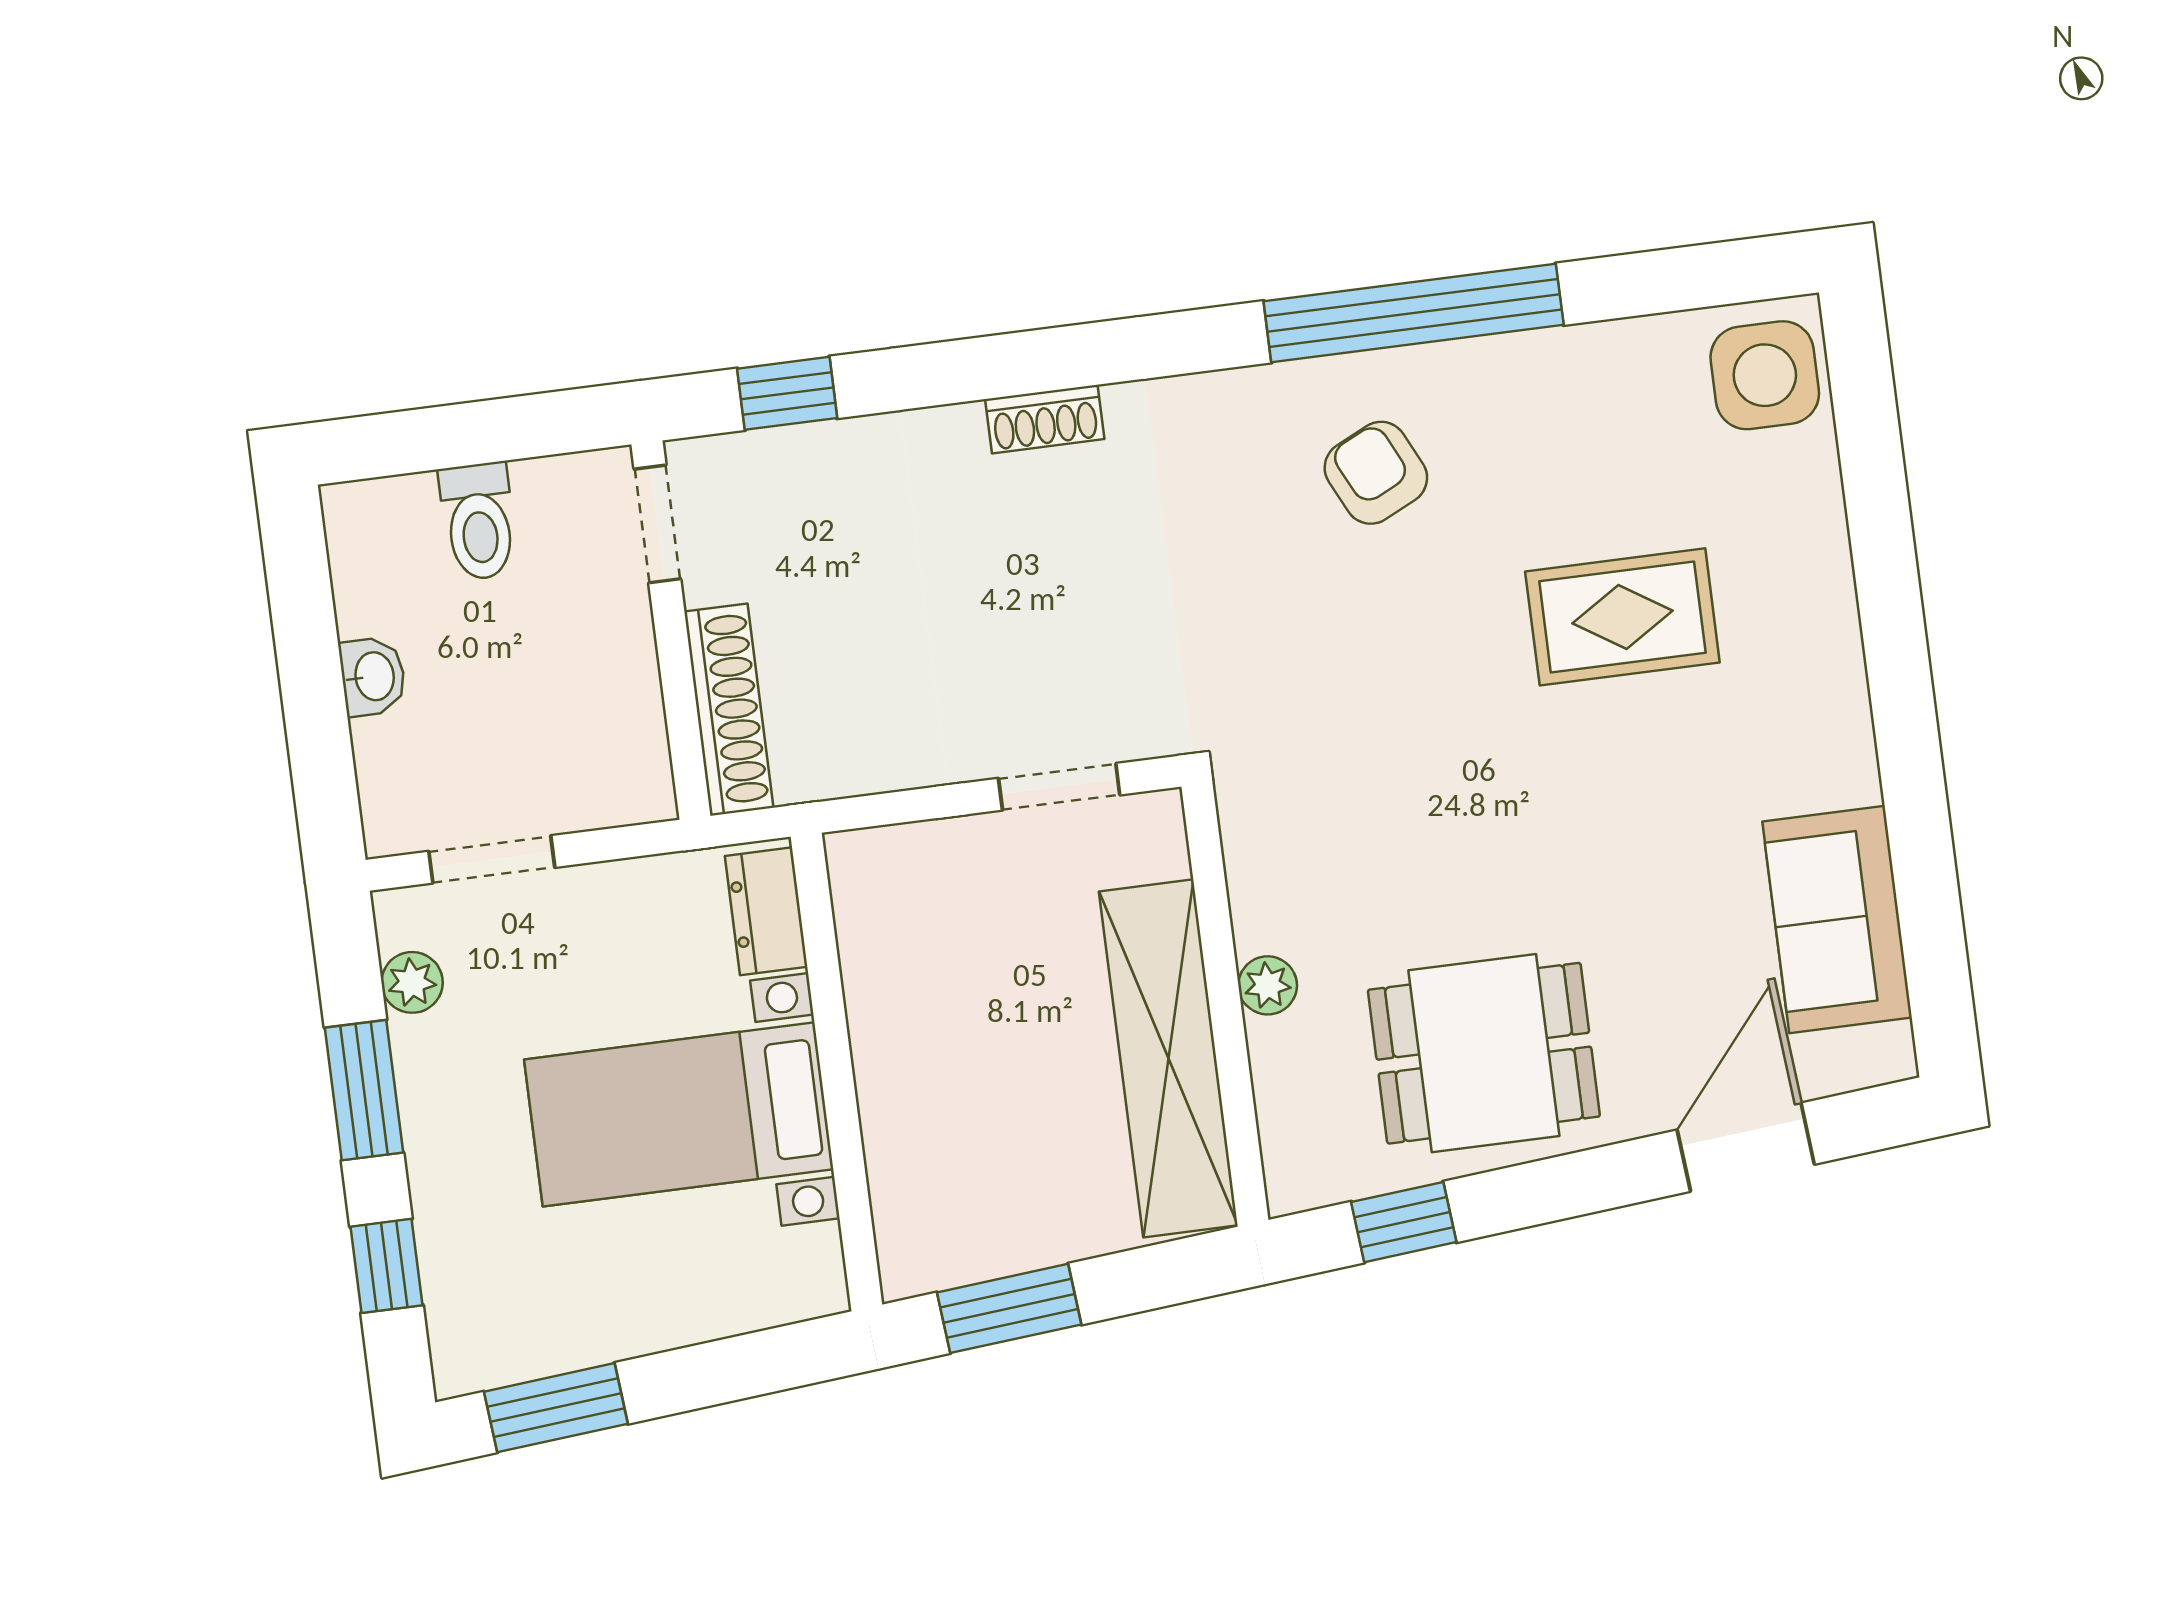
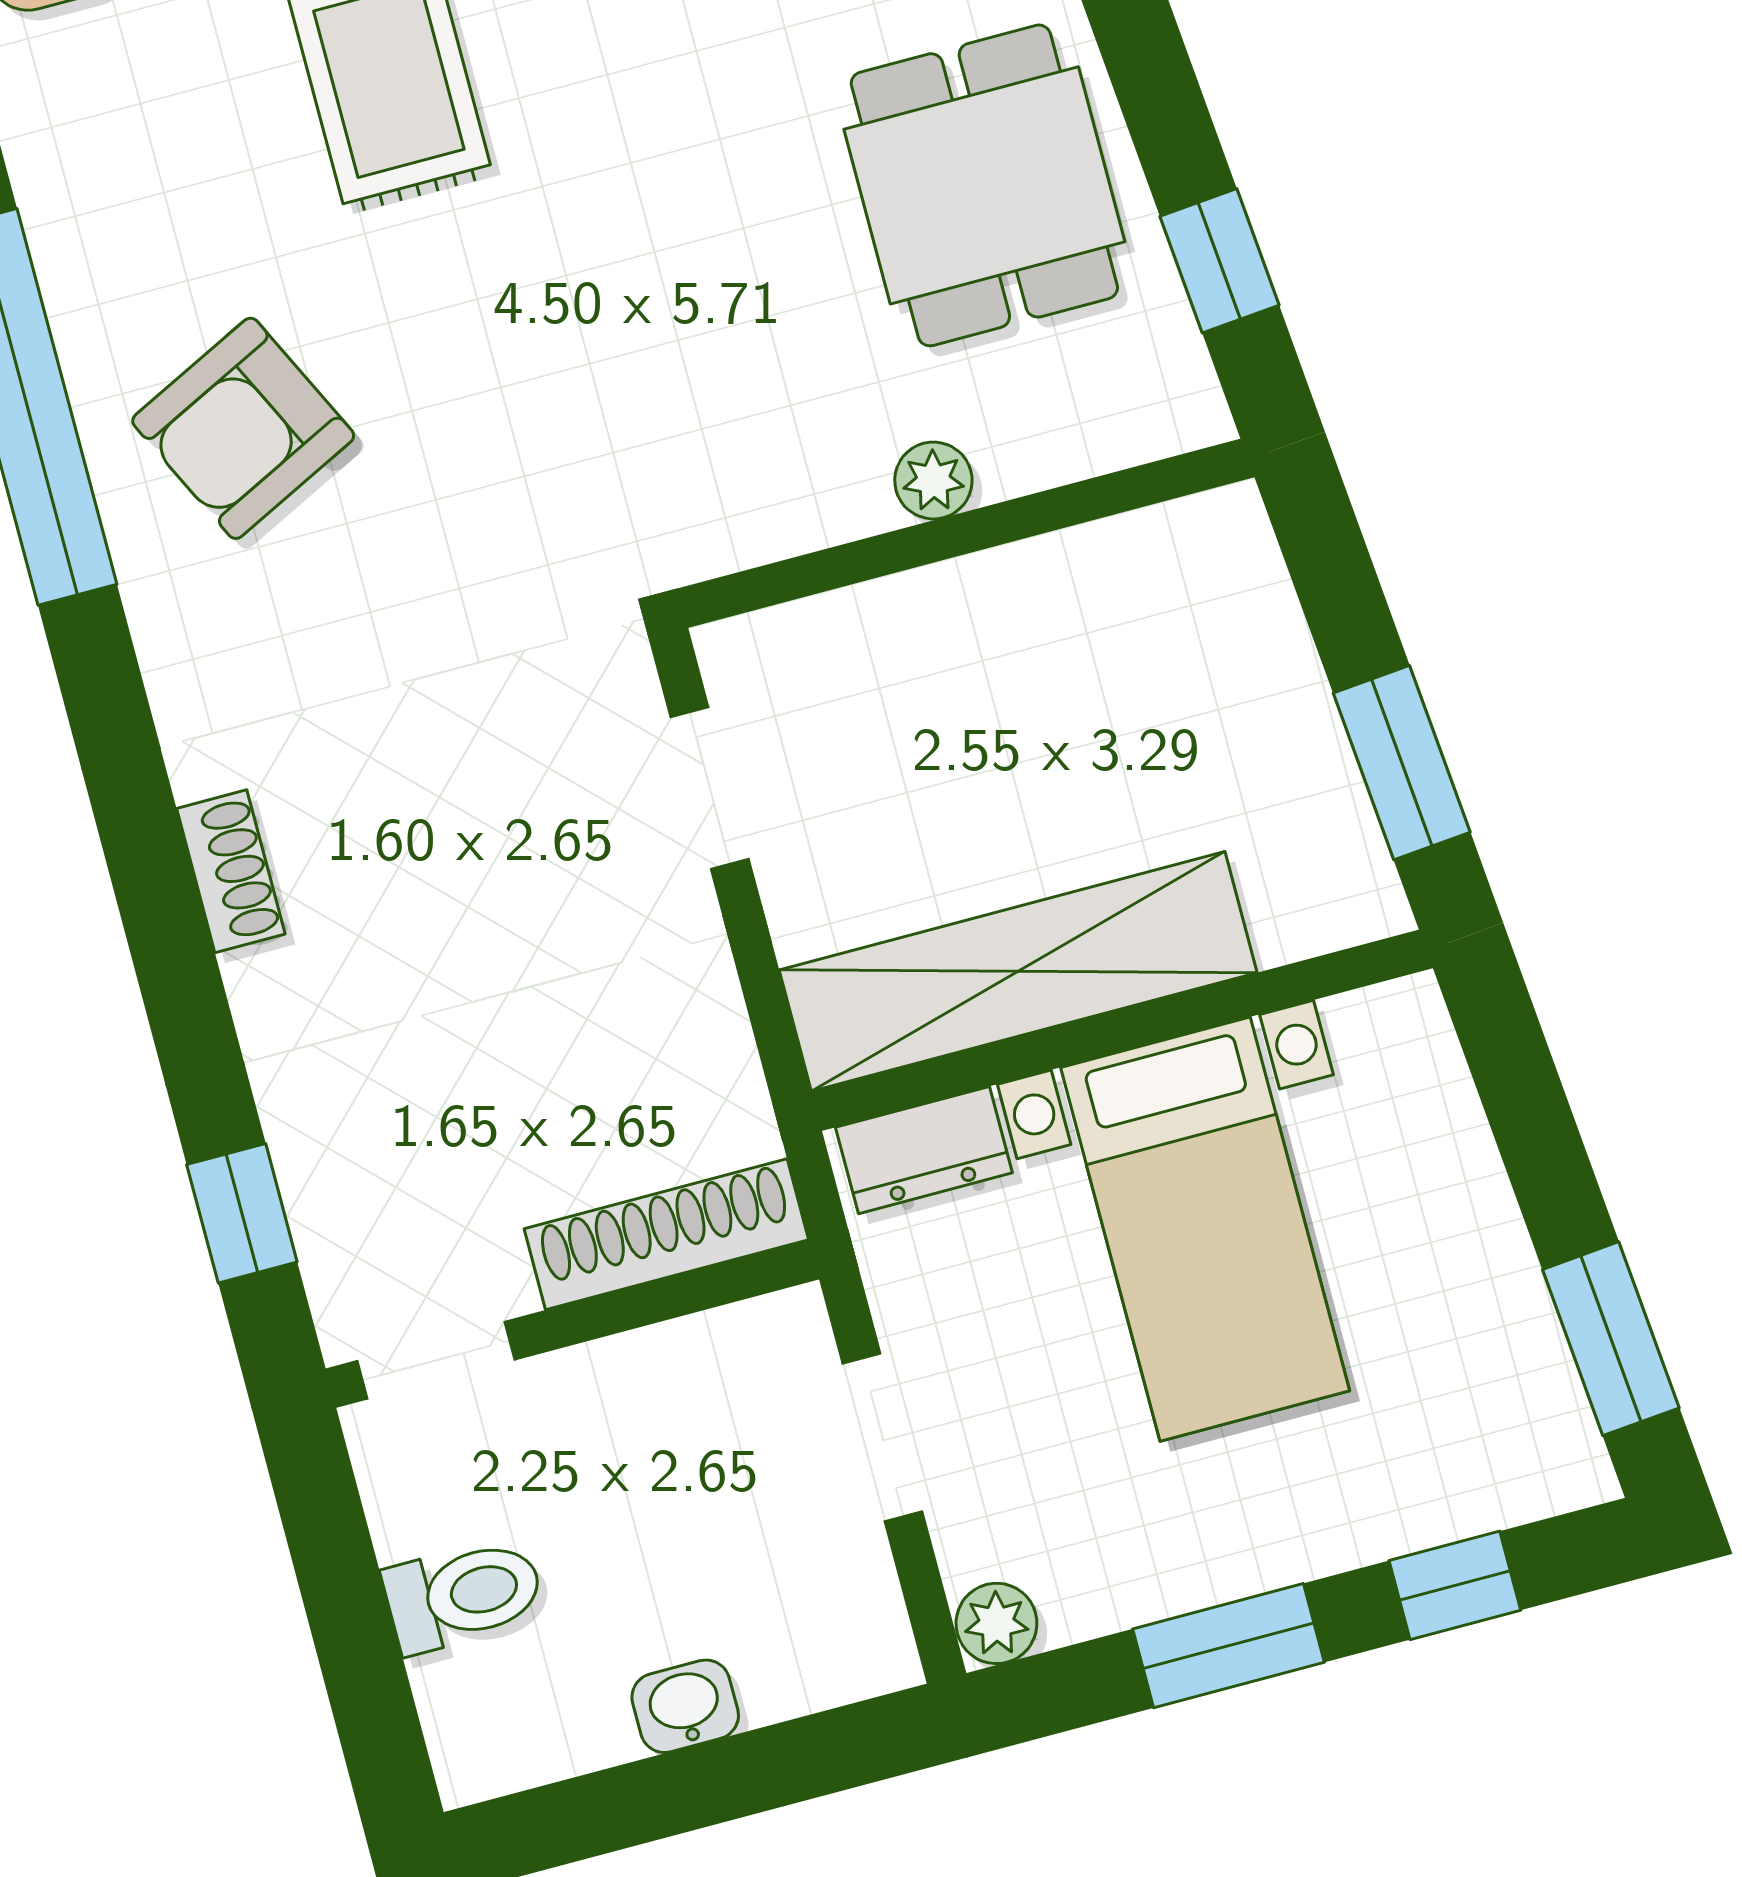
armchair: (1376, 473) -> (243, 428), width x1.38, depth x1.38
doorway: (492, 859) -> (882, 1437), moved
plant: (412, 982) -> (996, 1623), moved
shelving: (1168, 1058) -> (1018, 971), moved

